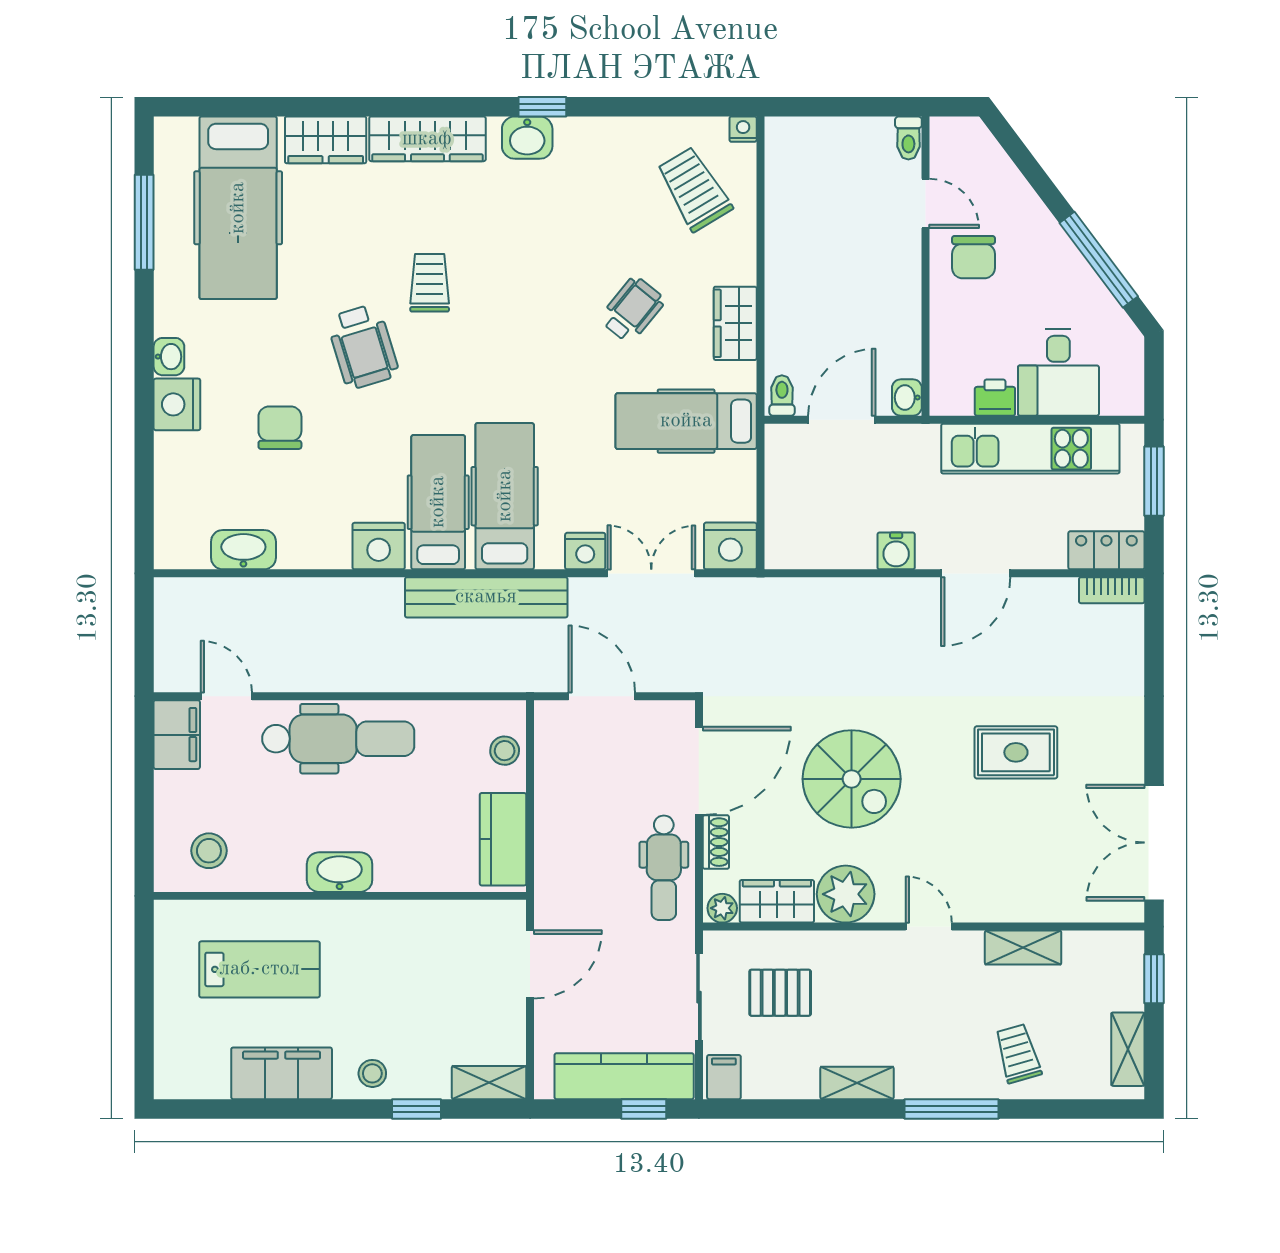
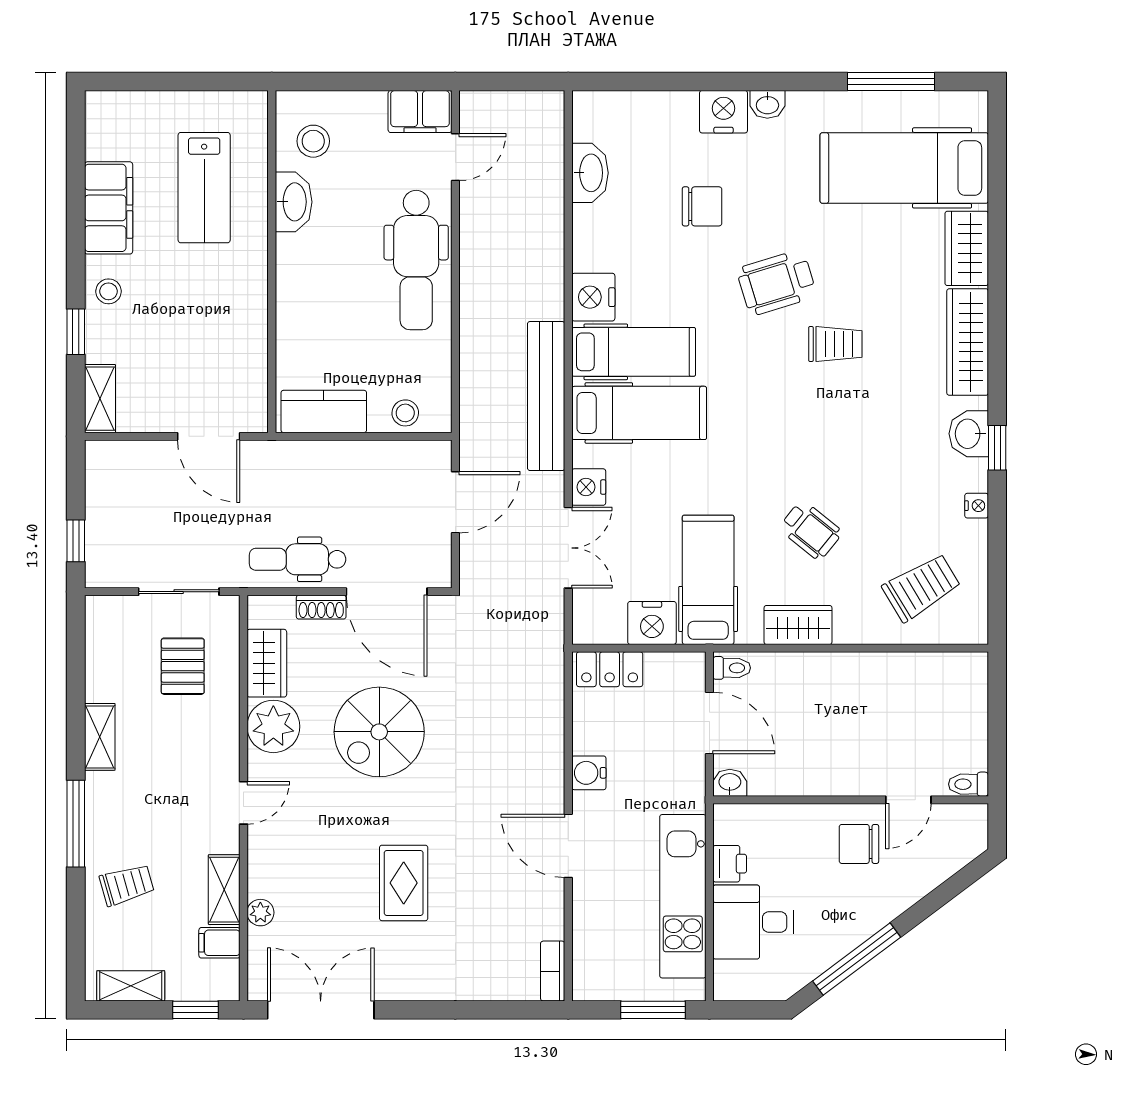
nightstand: (743, 129) -> (977, 506), moved
nightstand: (730, 546) -> (652, 623), moved, turned -90
locker: (1106, 550) -> (610, 669), moved, turned 90
washbasin: (340, 872) -> (294, 202), moved
plant: (722, 908) -> (260, 913), moved
kitchen counter: (624, 1076) -> (106, 523), removed
filing cabinet: (724, 1077) -> (219, 943), moved, turned 180

